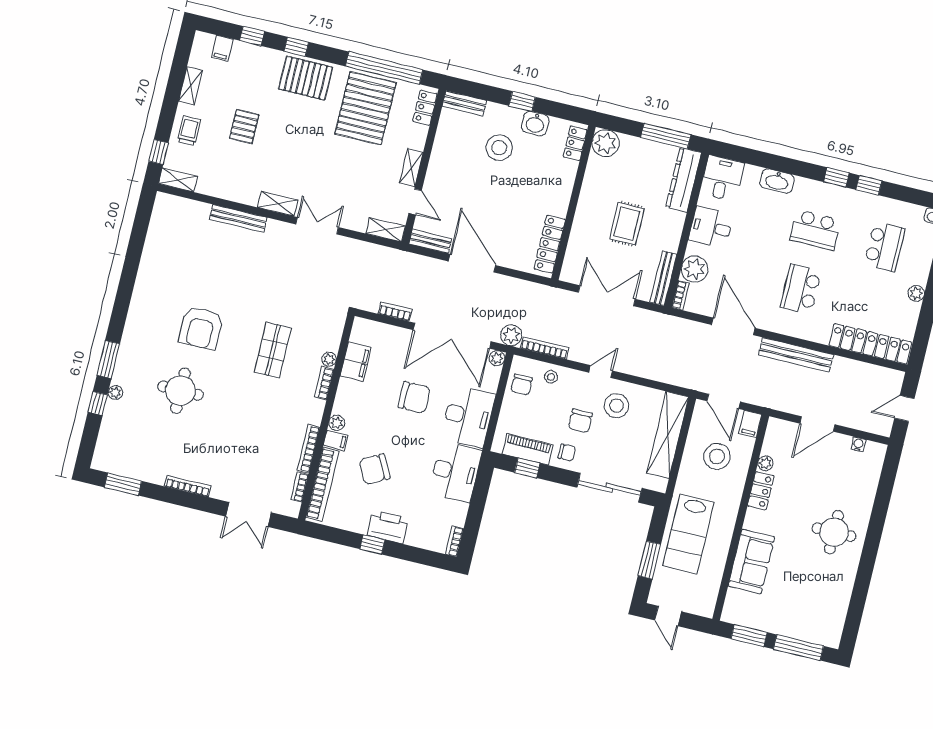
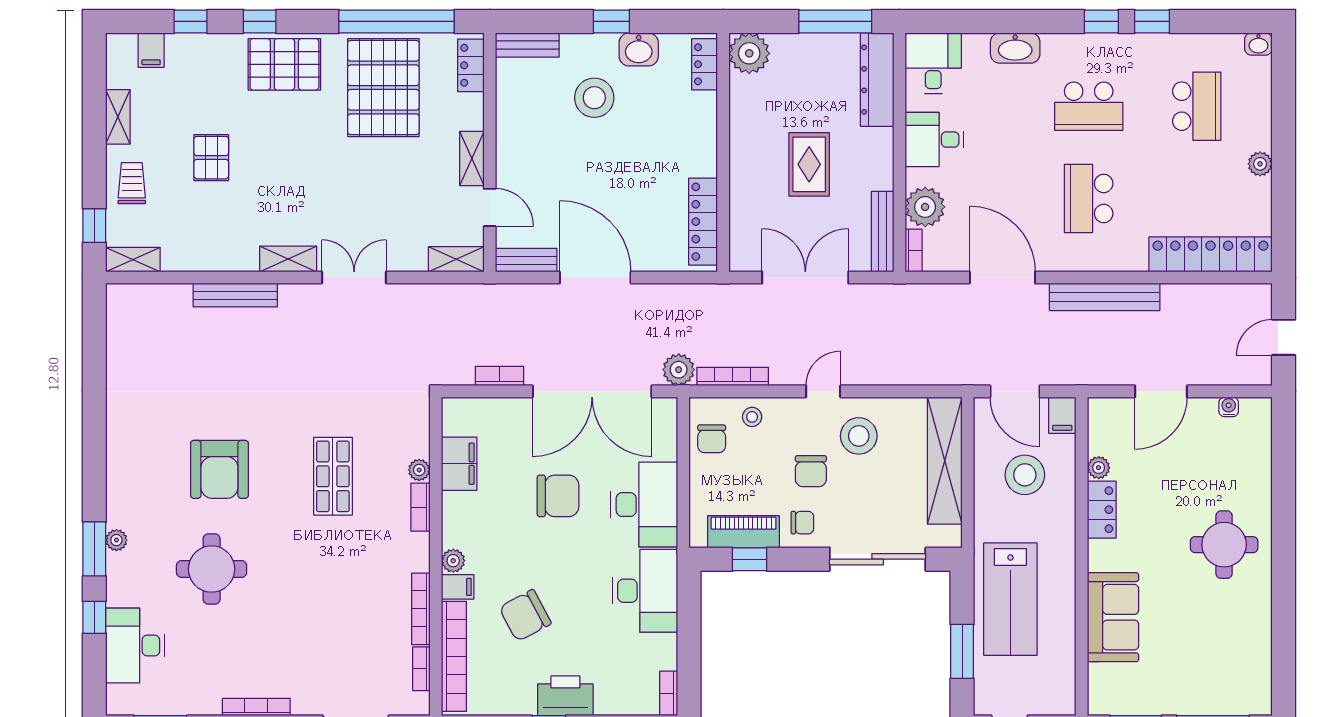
plant: (497, 358) -> (666, 409), removed
plant: (115, 393) -> (116, 540), moved
desk: (119, 428) -> (135, 646), added

